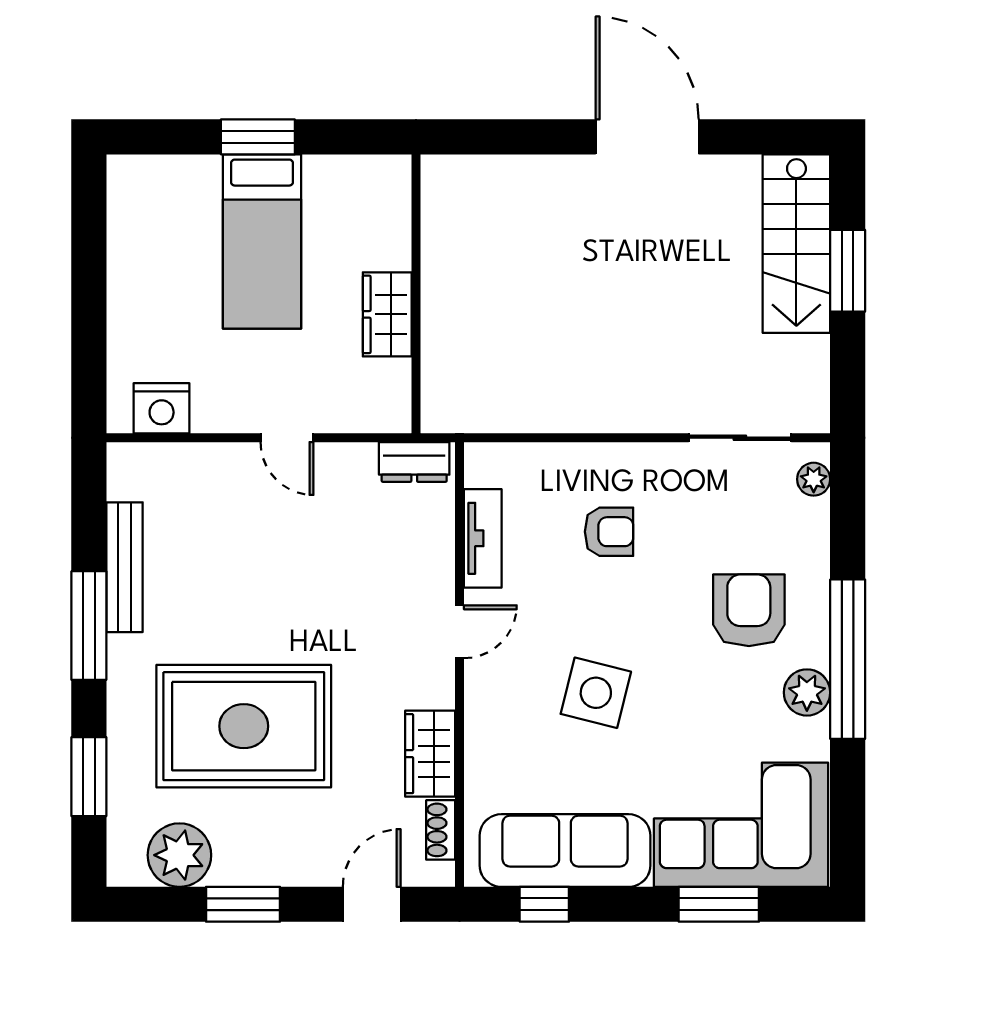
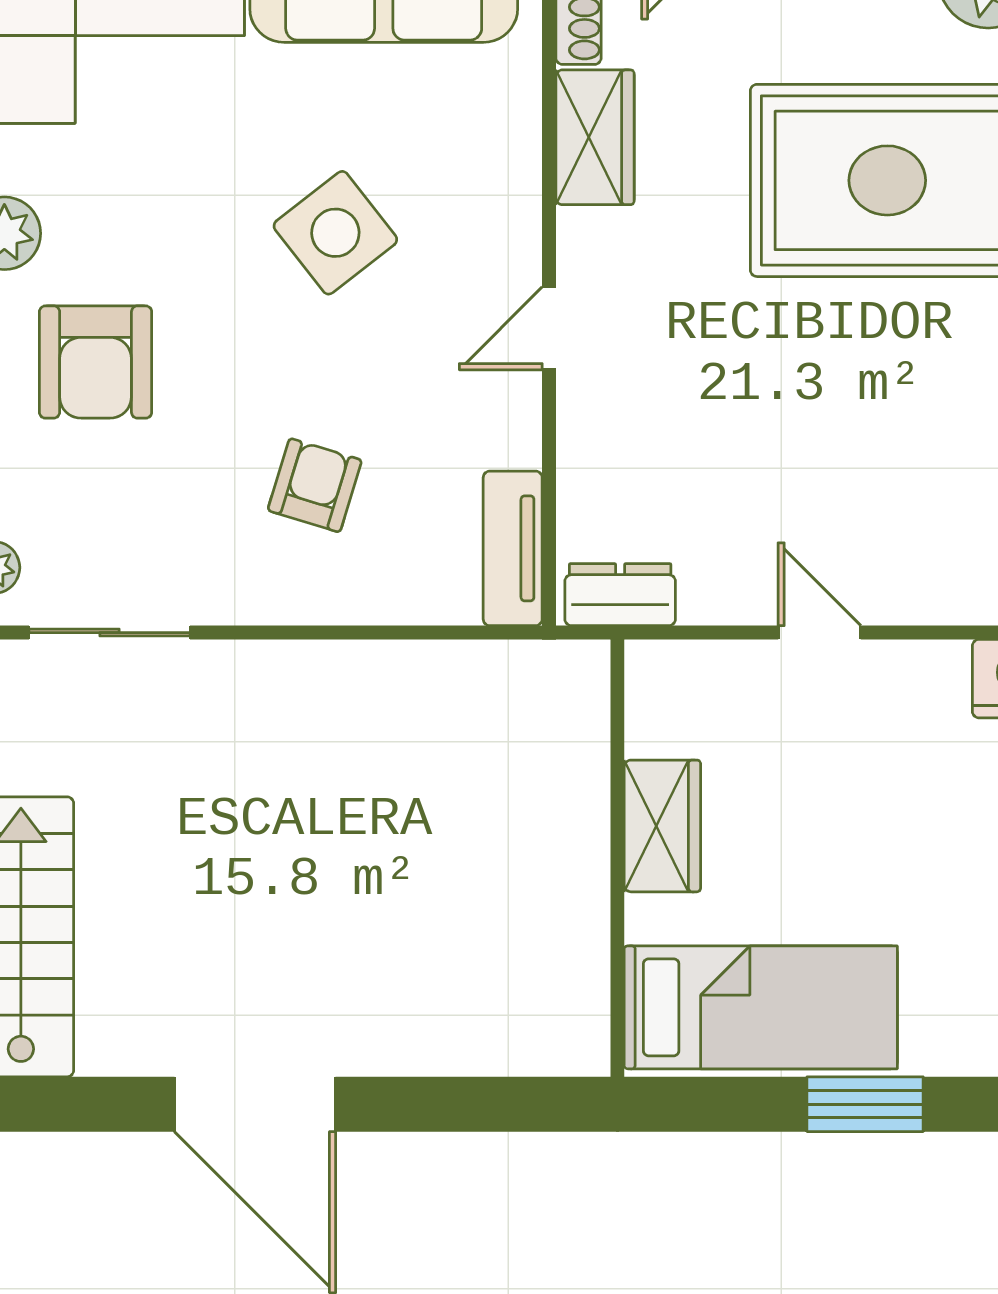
bed: (262, 241) -> (761, 1007), moved, turned 90
armchair: (609, 532) -> (315, 485), turned 107
tv unit: (483, 538) -> (513, 548), moved
side table: (596, 693) -> (335, 233), turned 38

